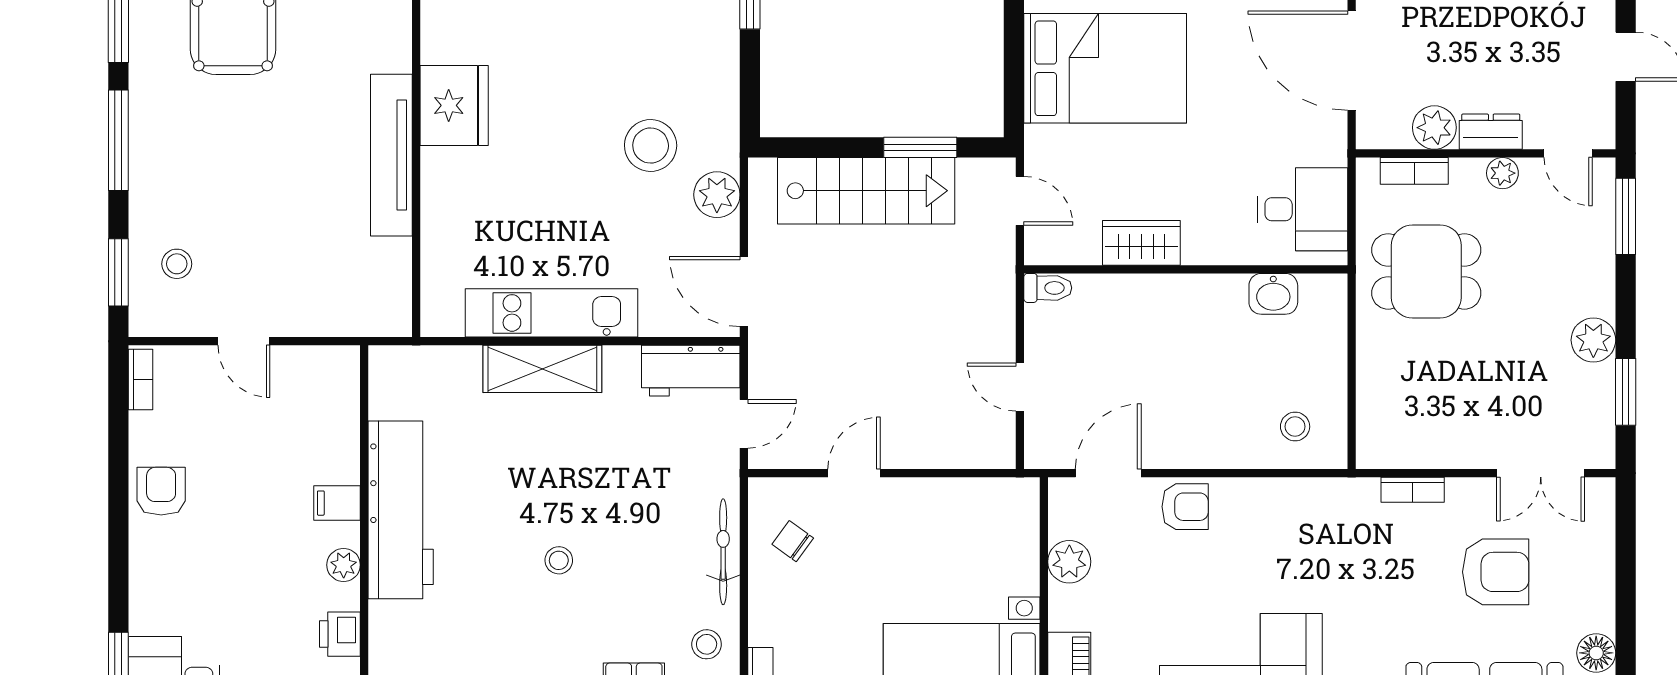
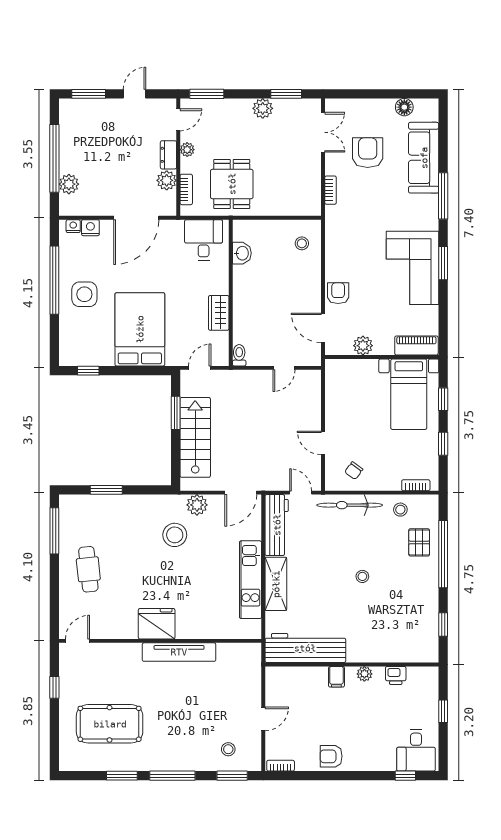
workbench: (691, 371) -> (277, 525), width x1.38
workbench: (401, 510) -> (305, 648), moved
bicycle: (723, 552) -> (350, 505), width x1.37, depth x1.40

